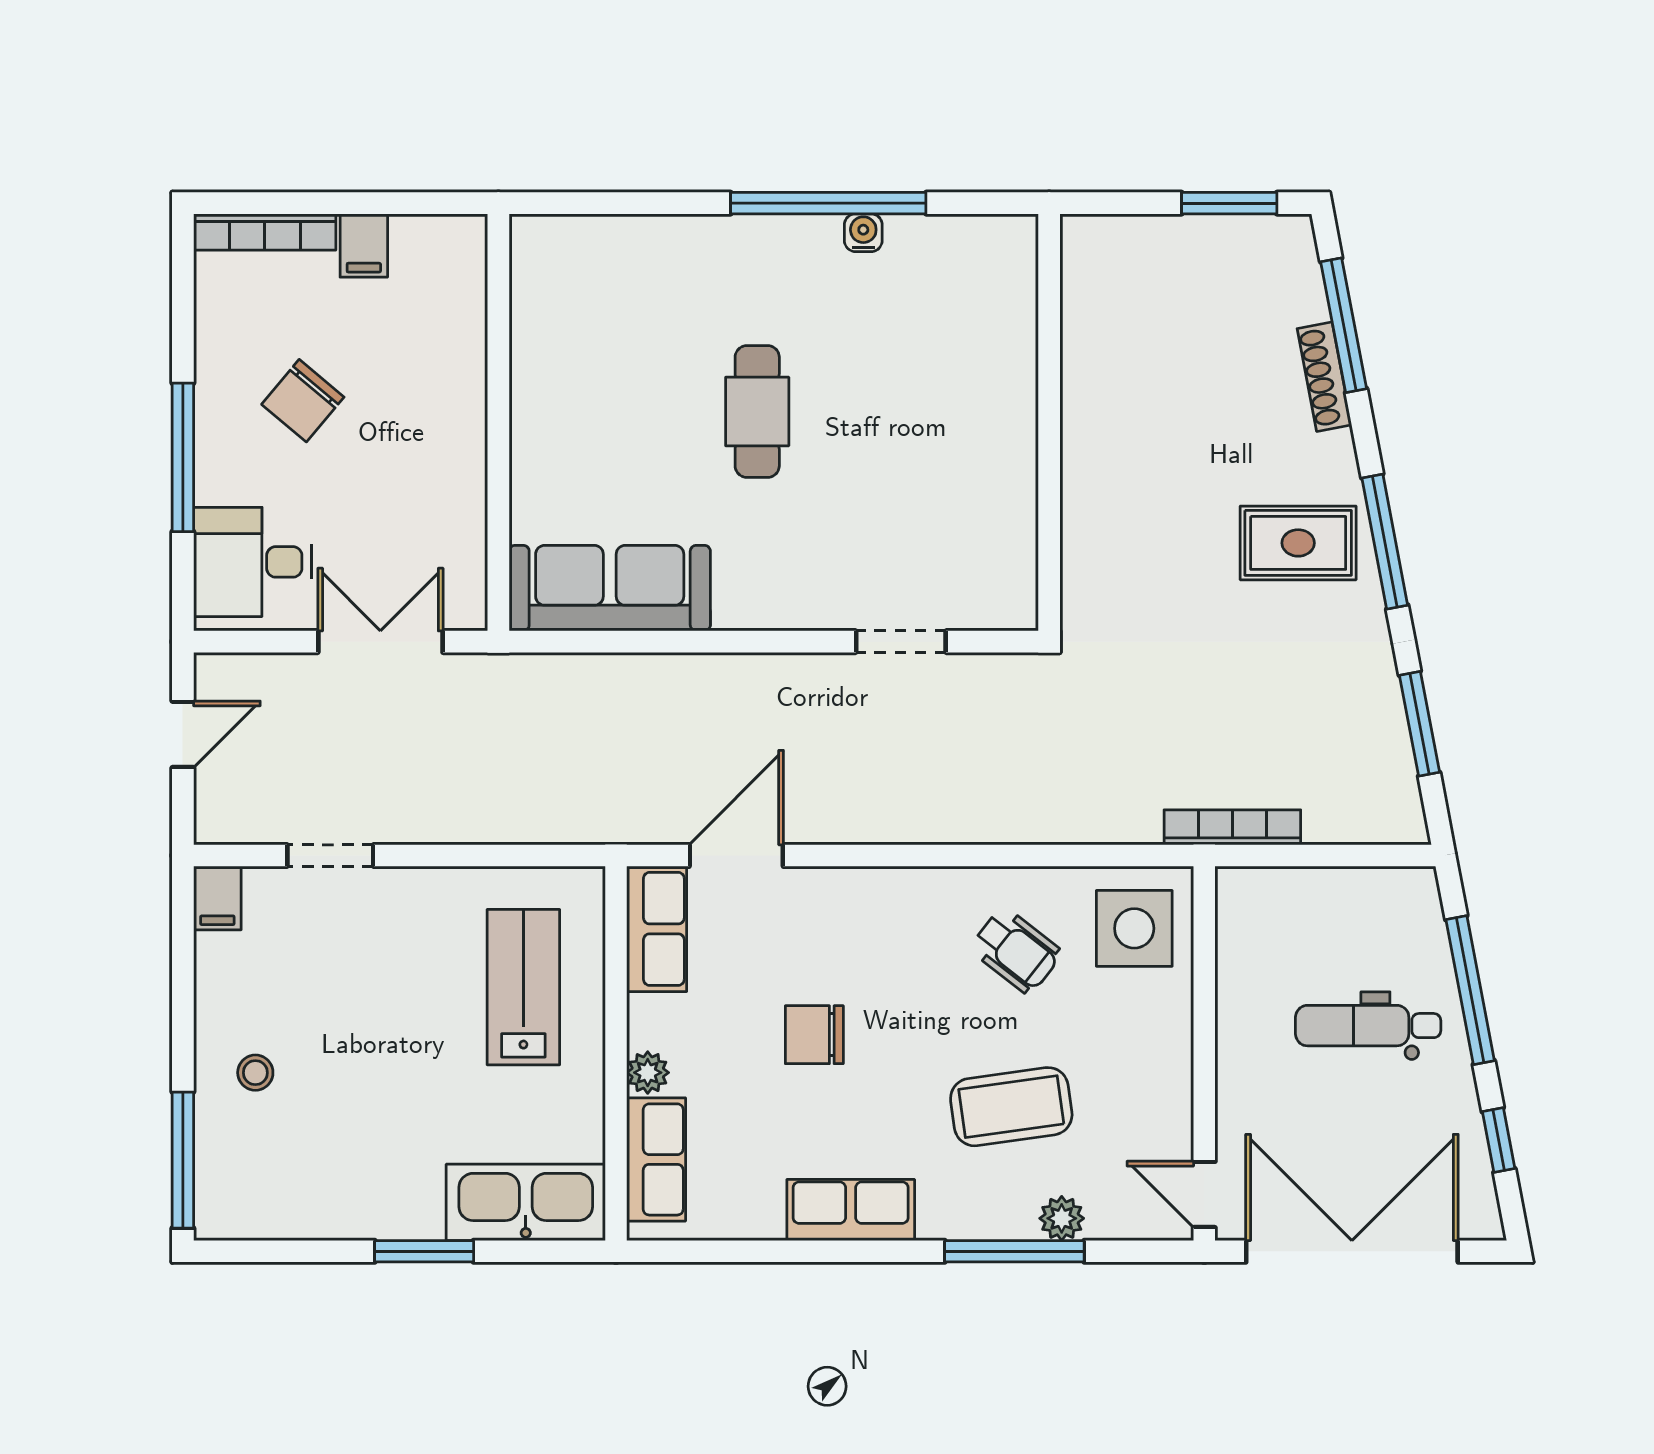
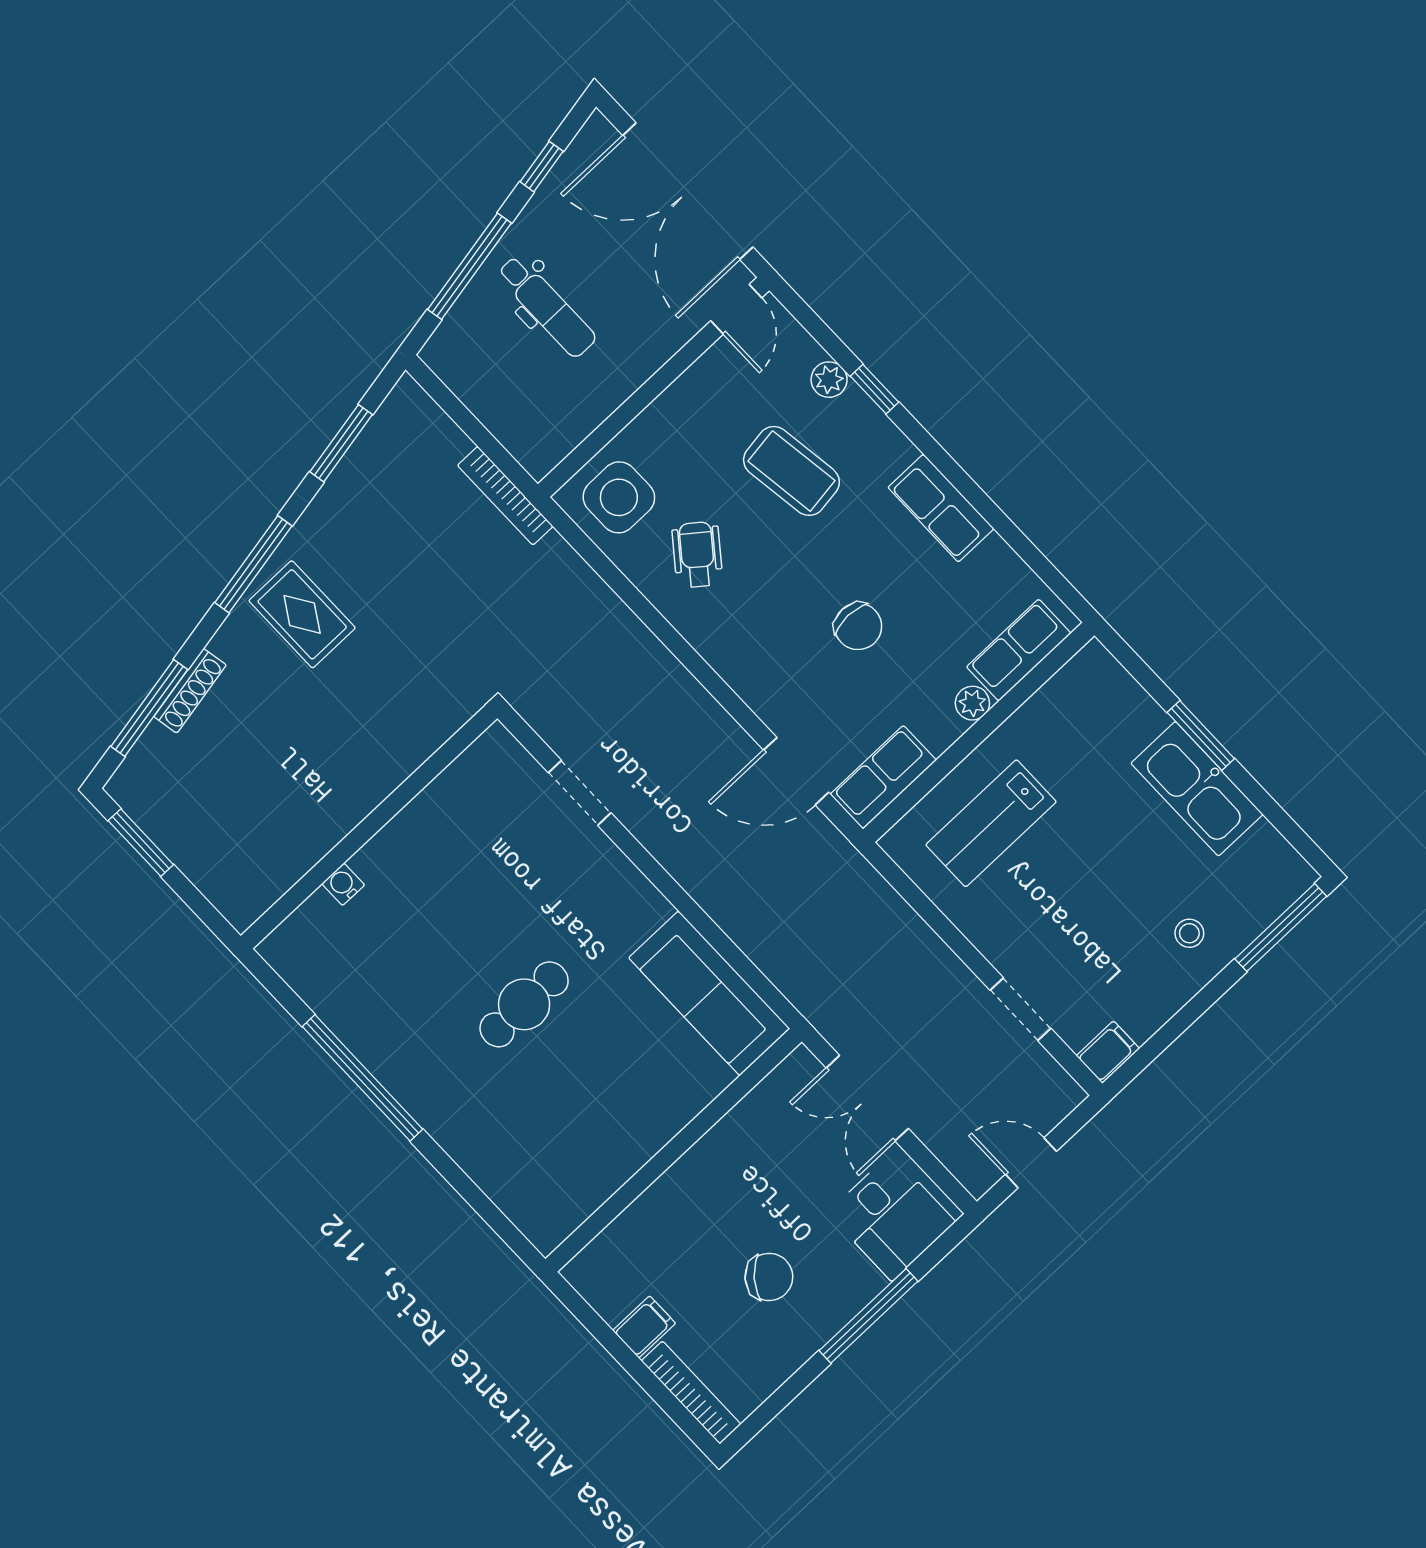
water cooler: (863, 233) -> (343, 884), moved, turned 90
kitchen sink: (526, 1202) -> (1197, 789), moved
window: (1014, 1251) -> (874, 389), width x0.46

